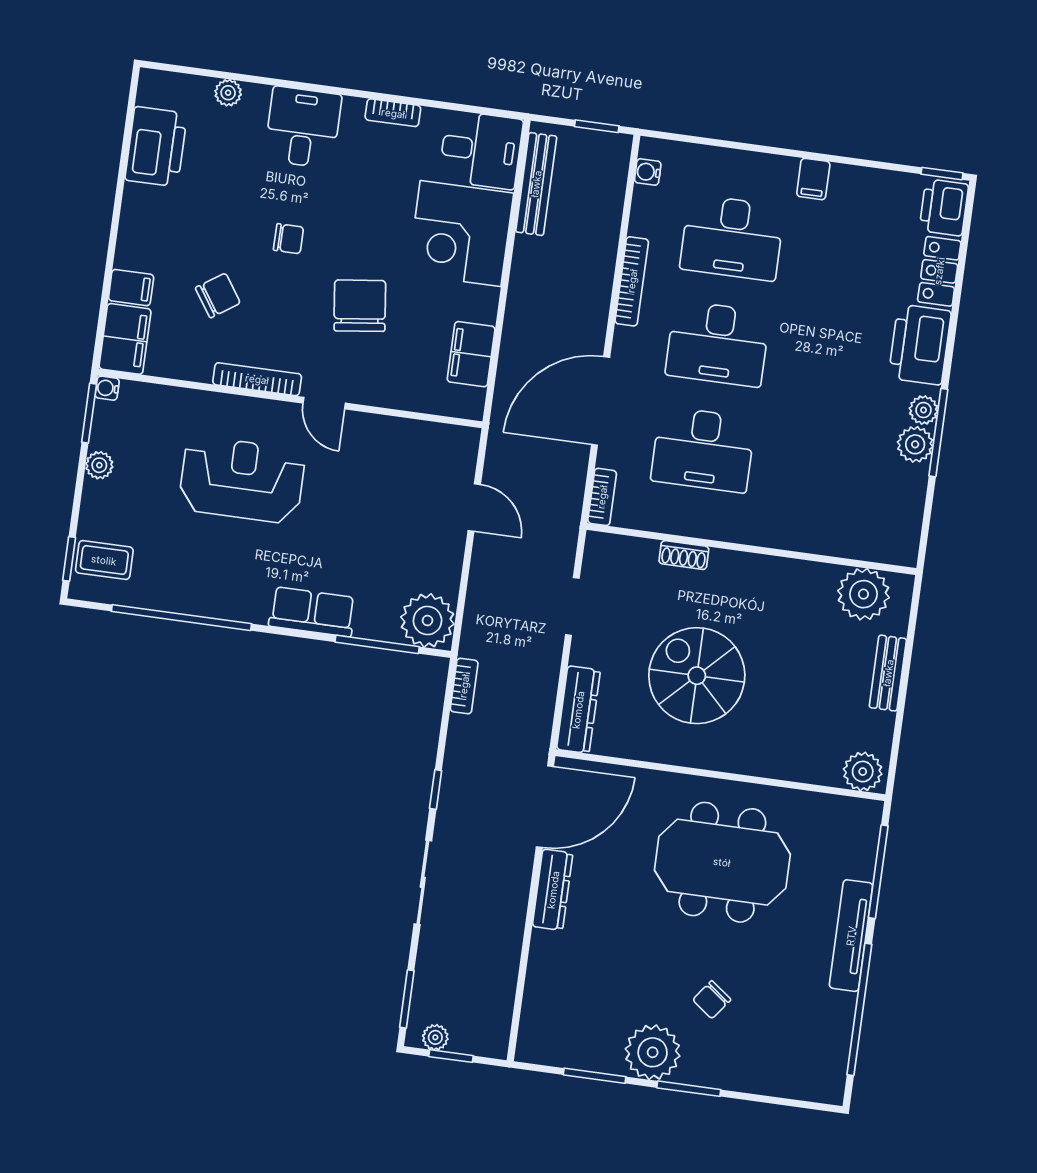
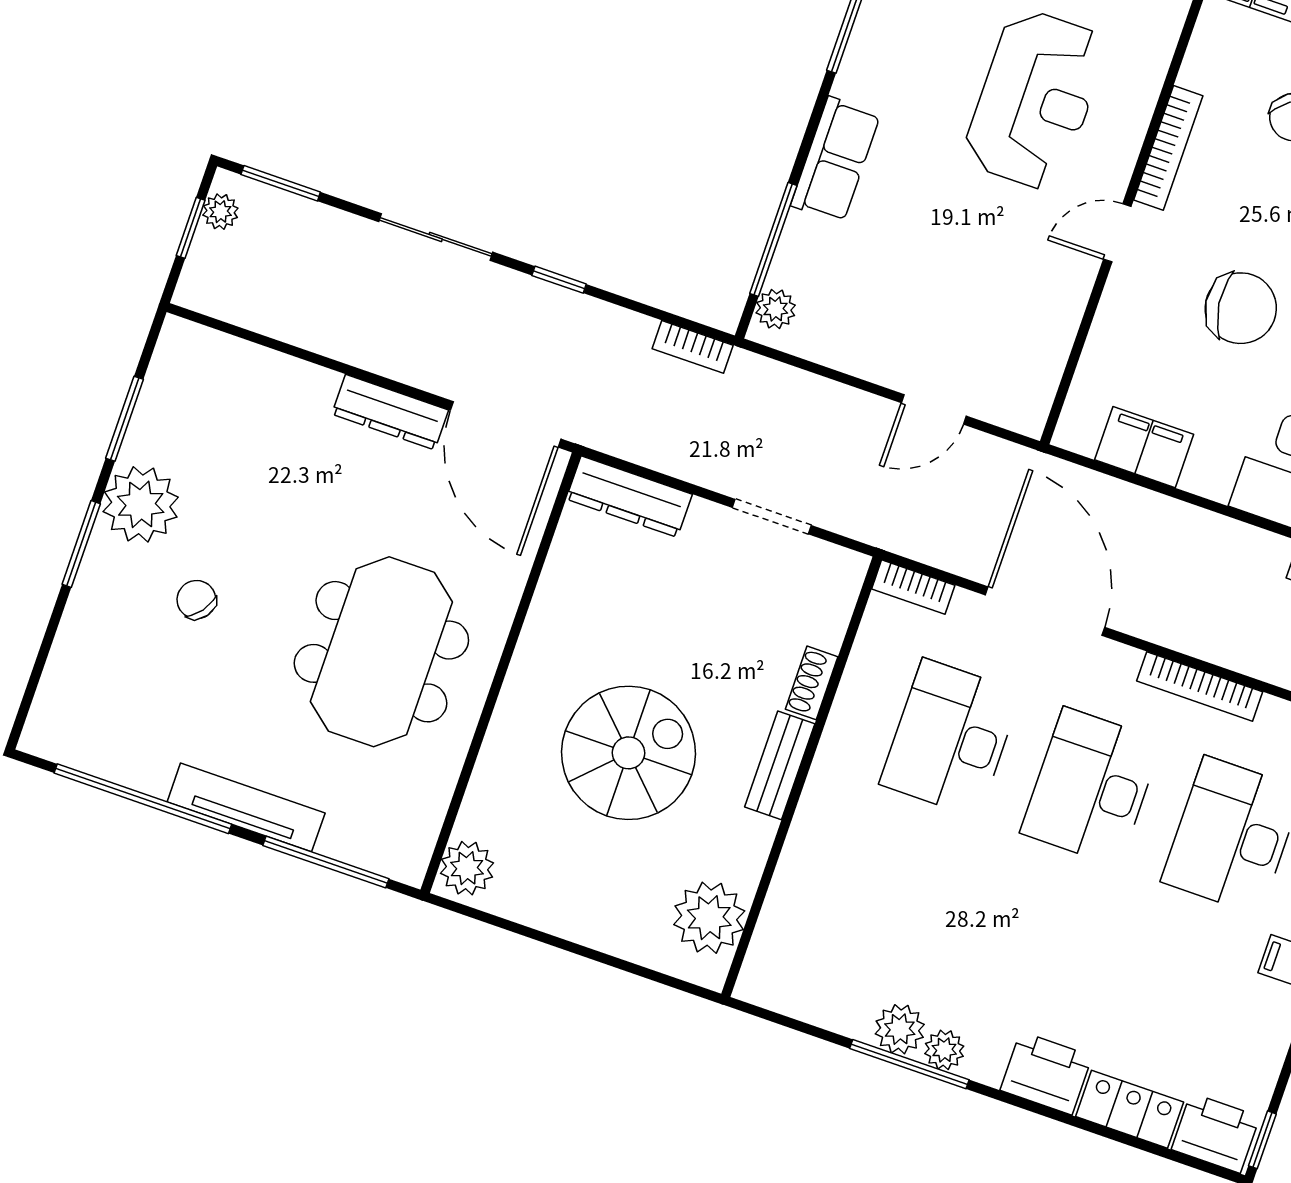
printer: (920, 345) -> (1046, 1073), width x0.73, depth x0.84
plant: (427, 621) -> (776, 309), width x0.53, depth x0.53
bench: (888, 673) -> (780, 765), moved, turned 90
spiral stairs: (697, 676) -> (629, 753), moved

